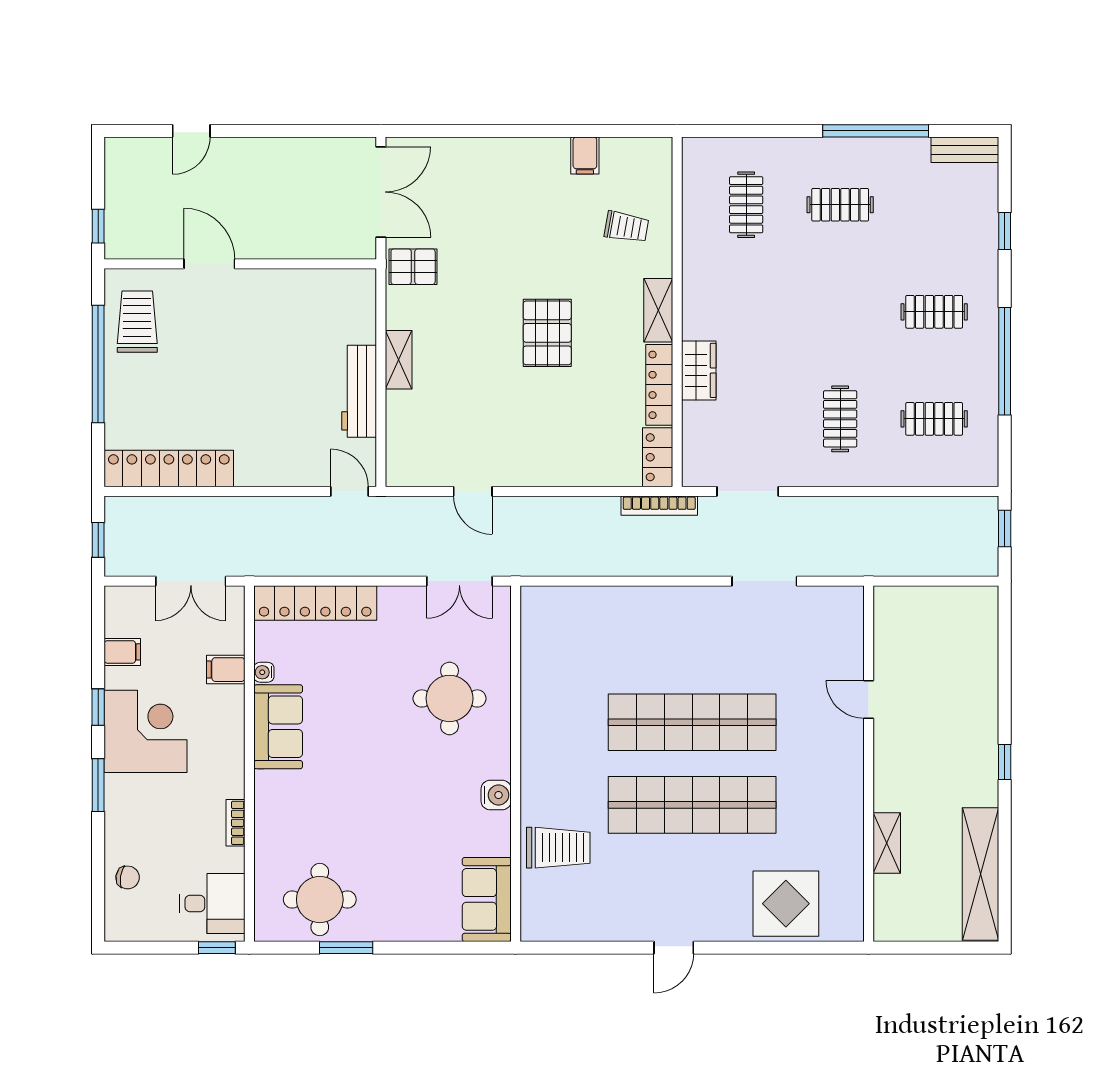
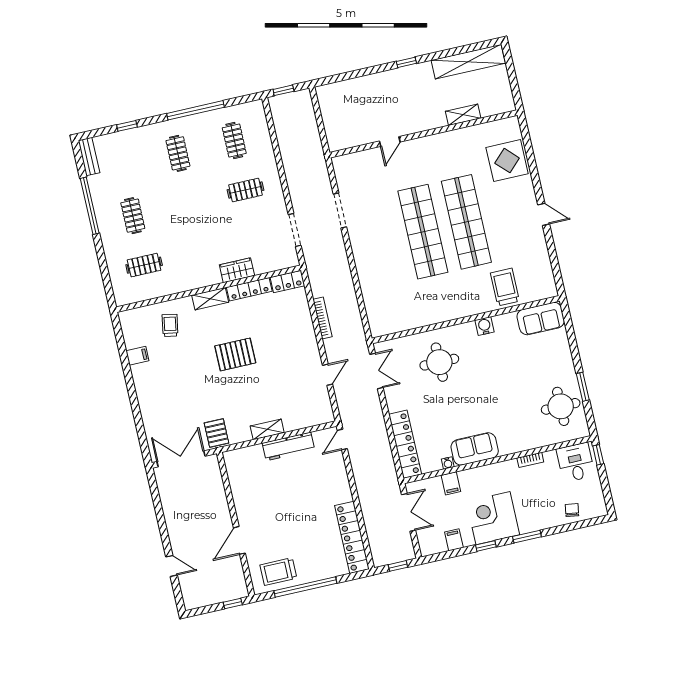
bookcase: (659, 506) -> (323, 318), moved

